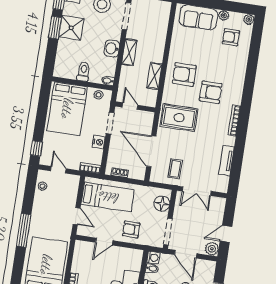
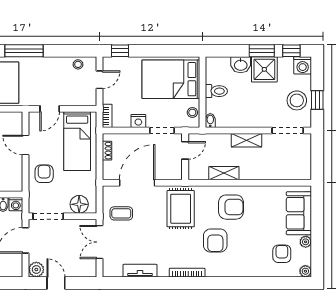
washbasin: (112, 48) -> (241, 65), moved, turned 180
armchair: (184, 74) -> (231, 207), turned 90

